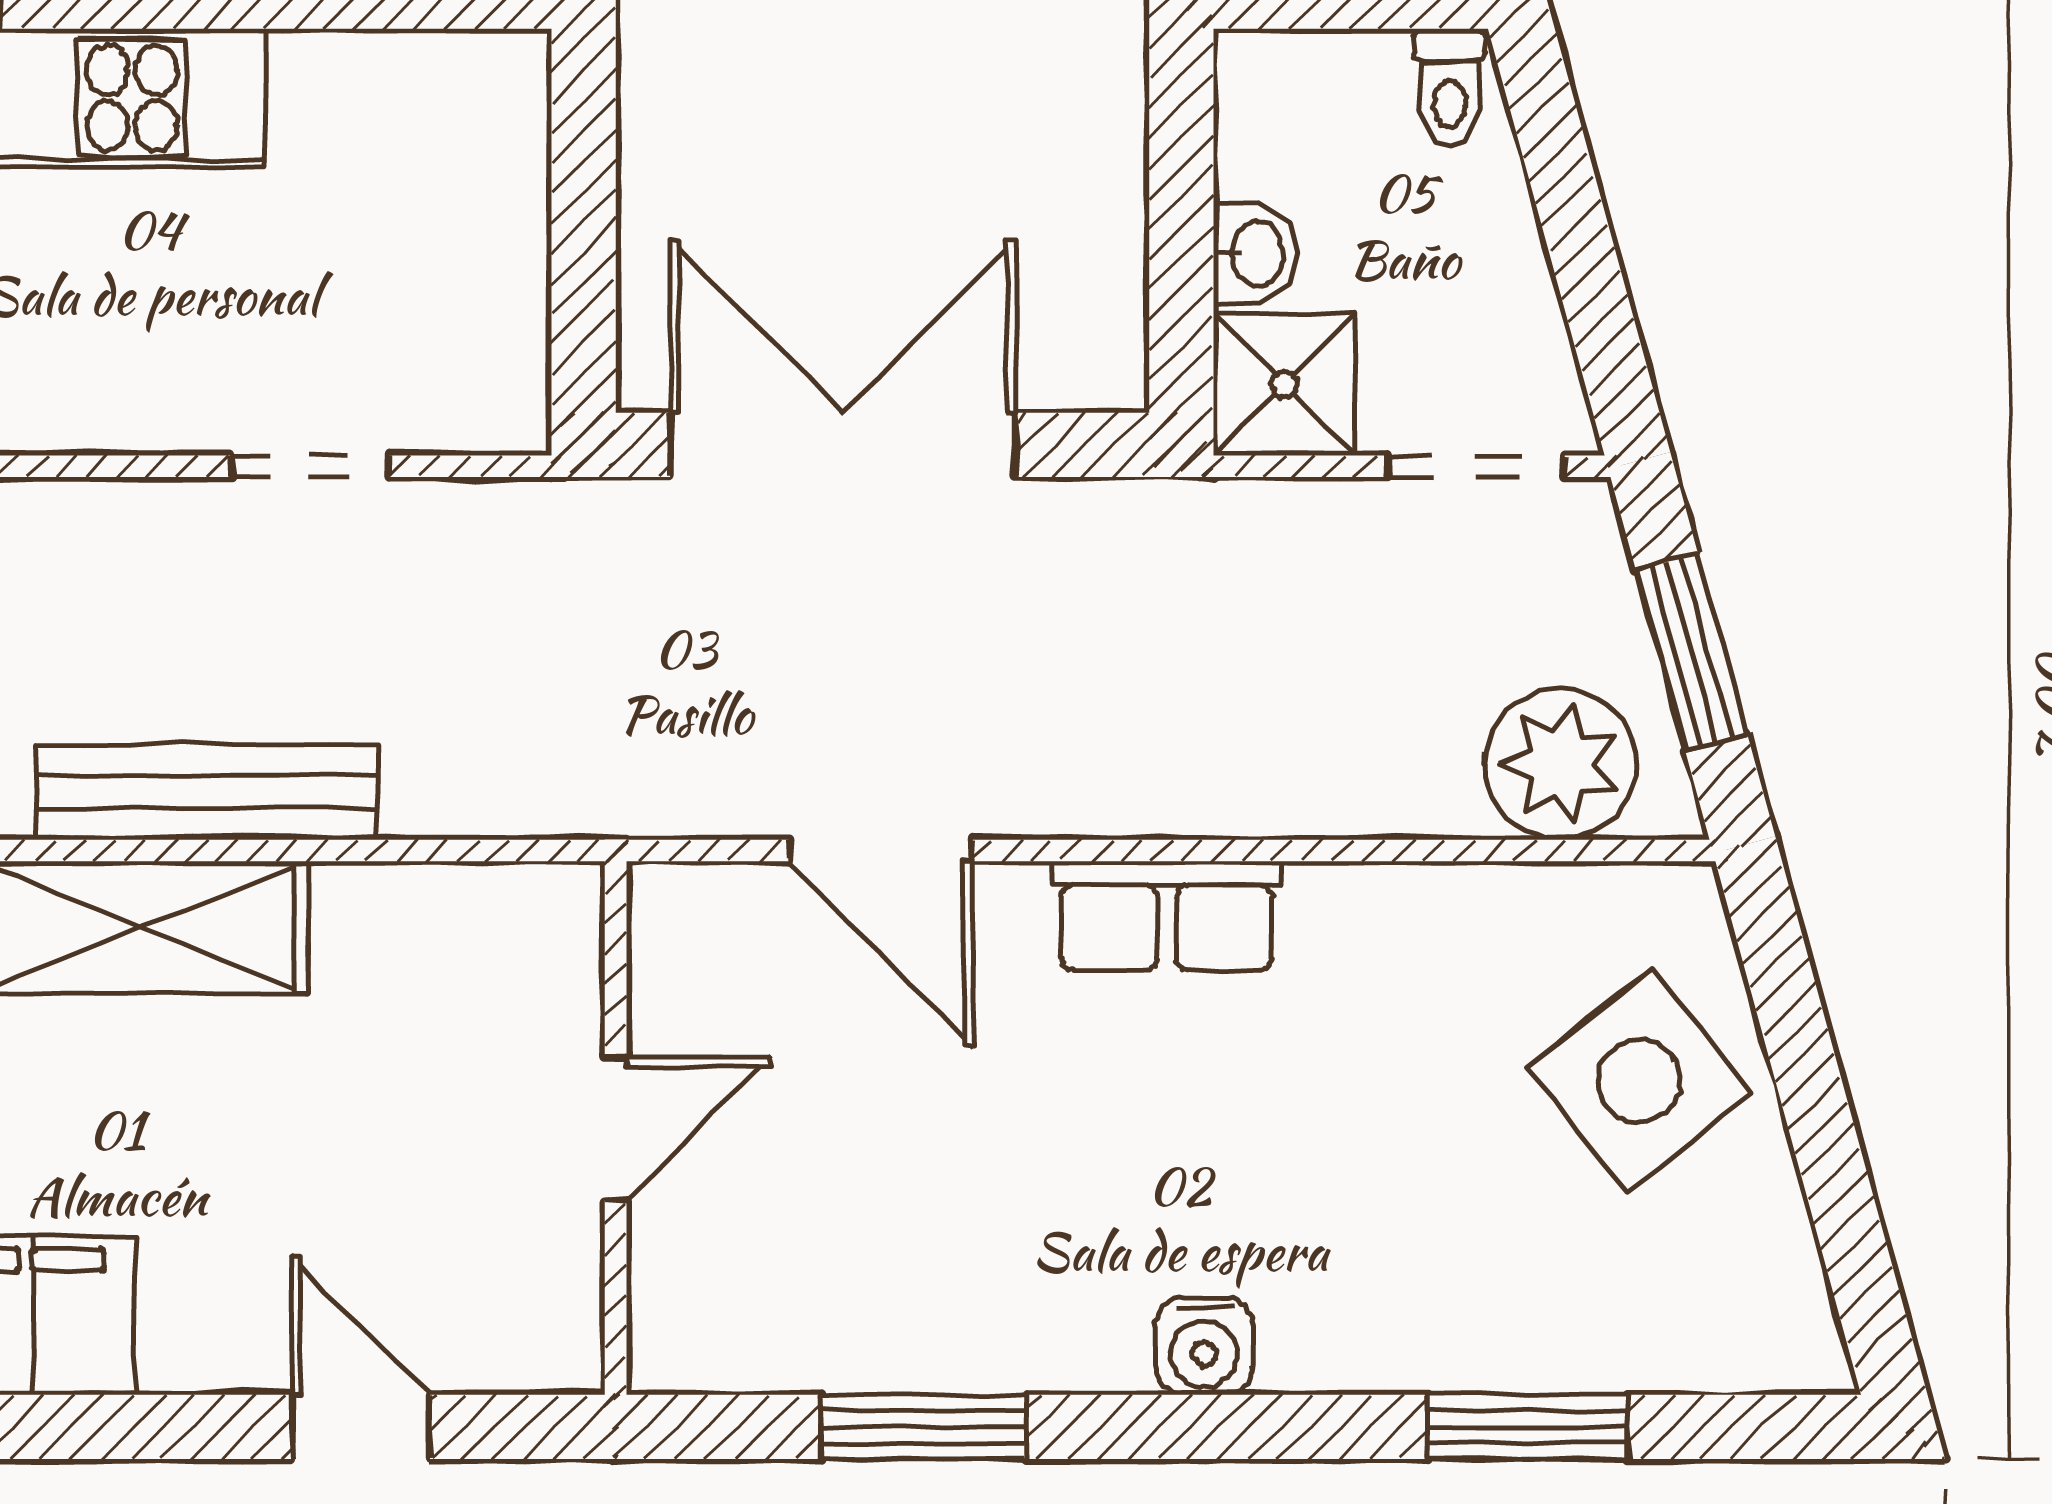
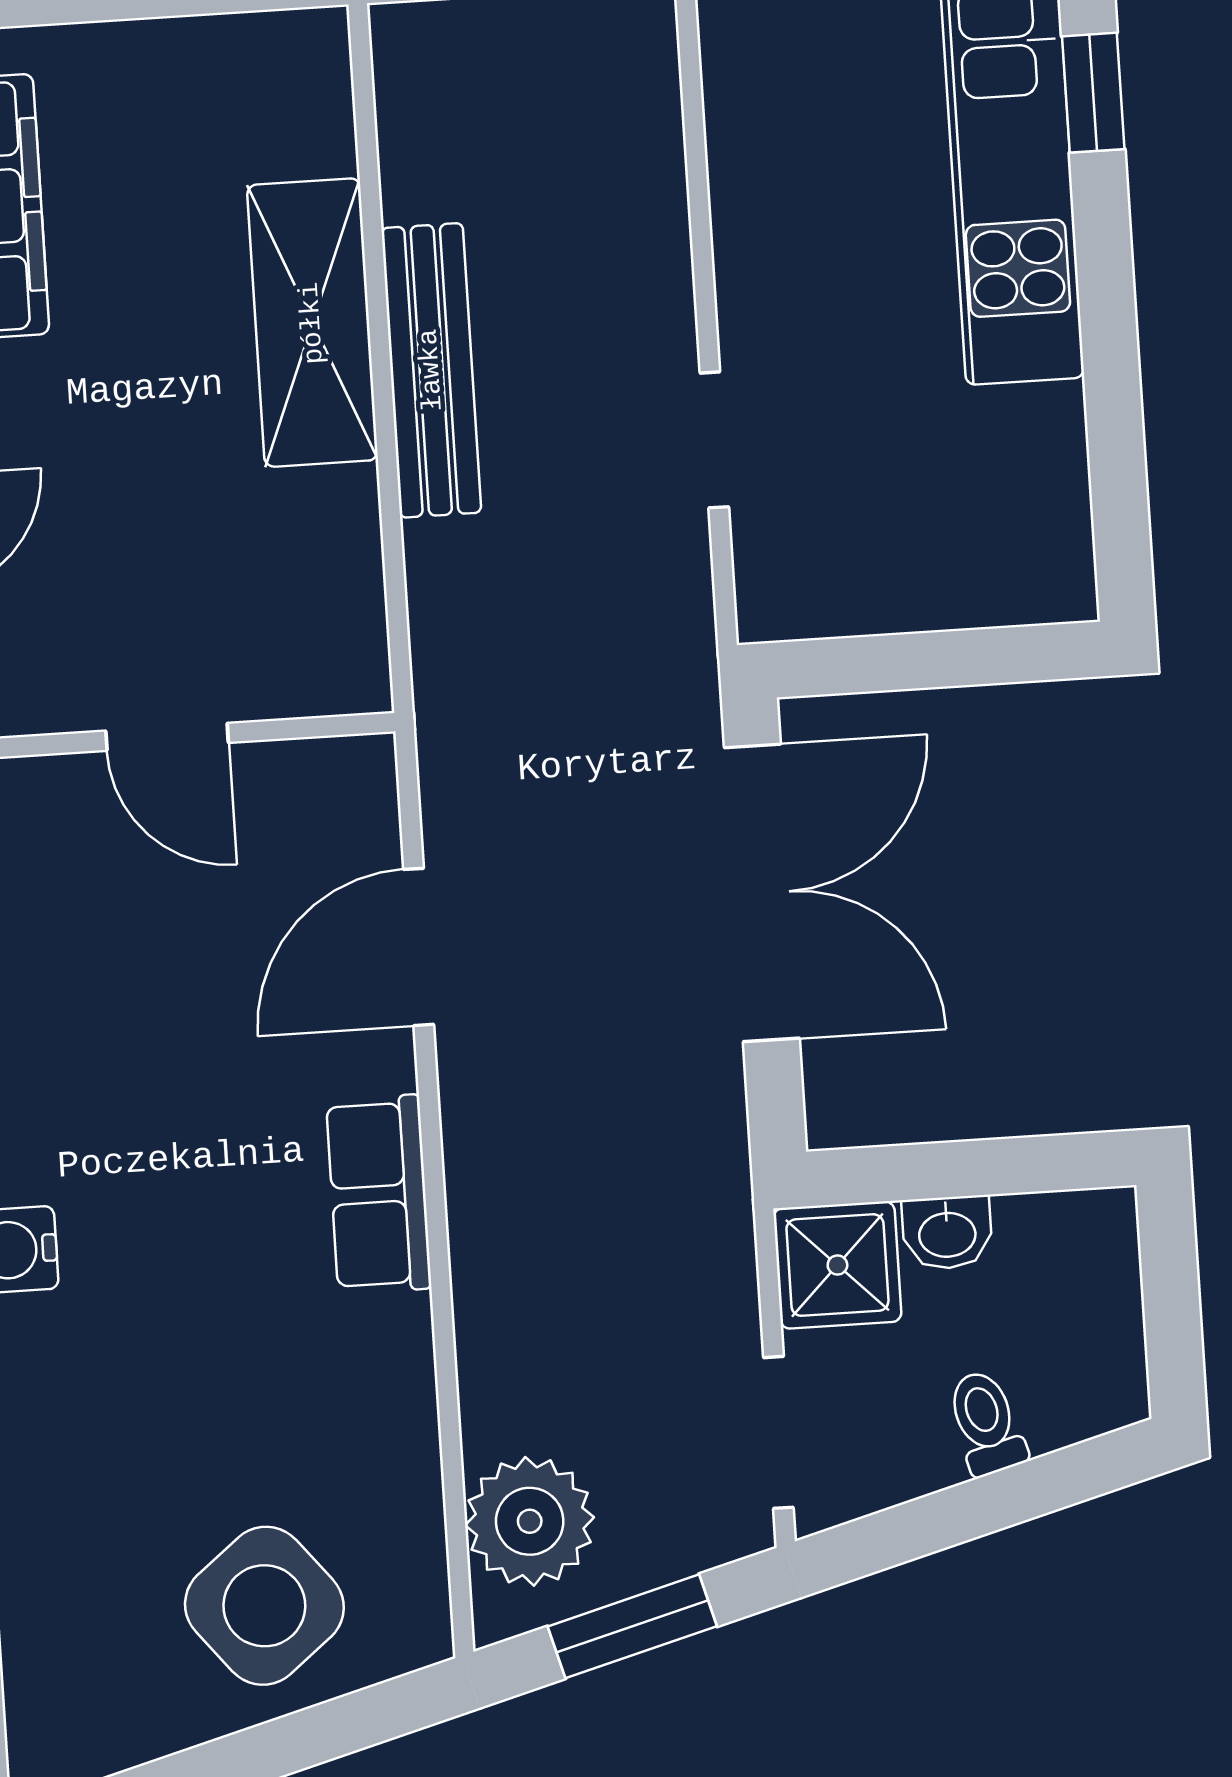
toilet: (1450, 87) -> (986, 1423), moved, turned 75

